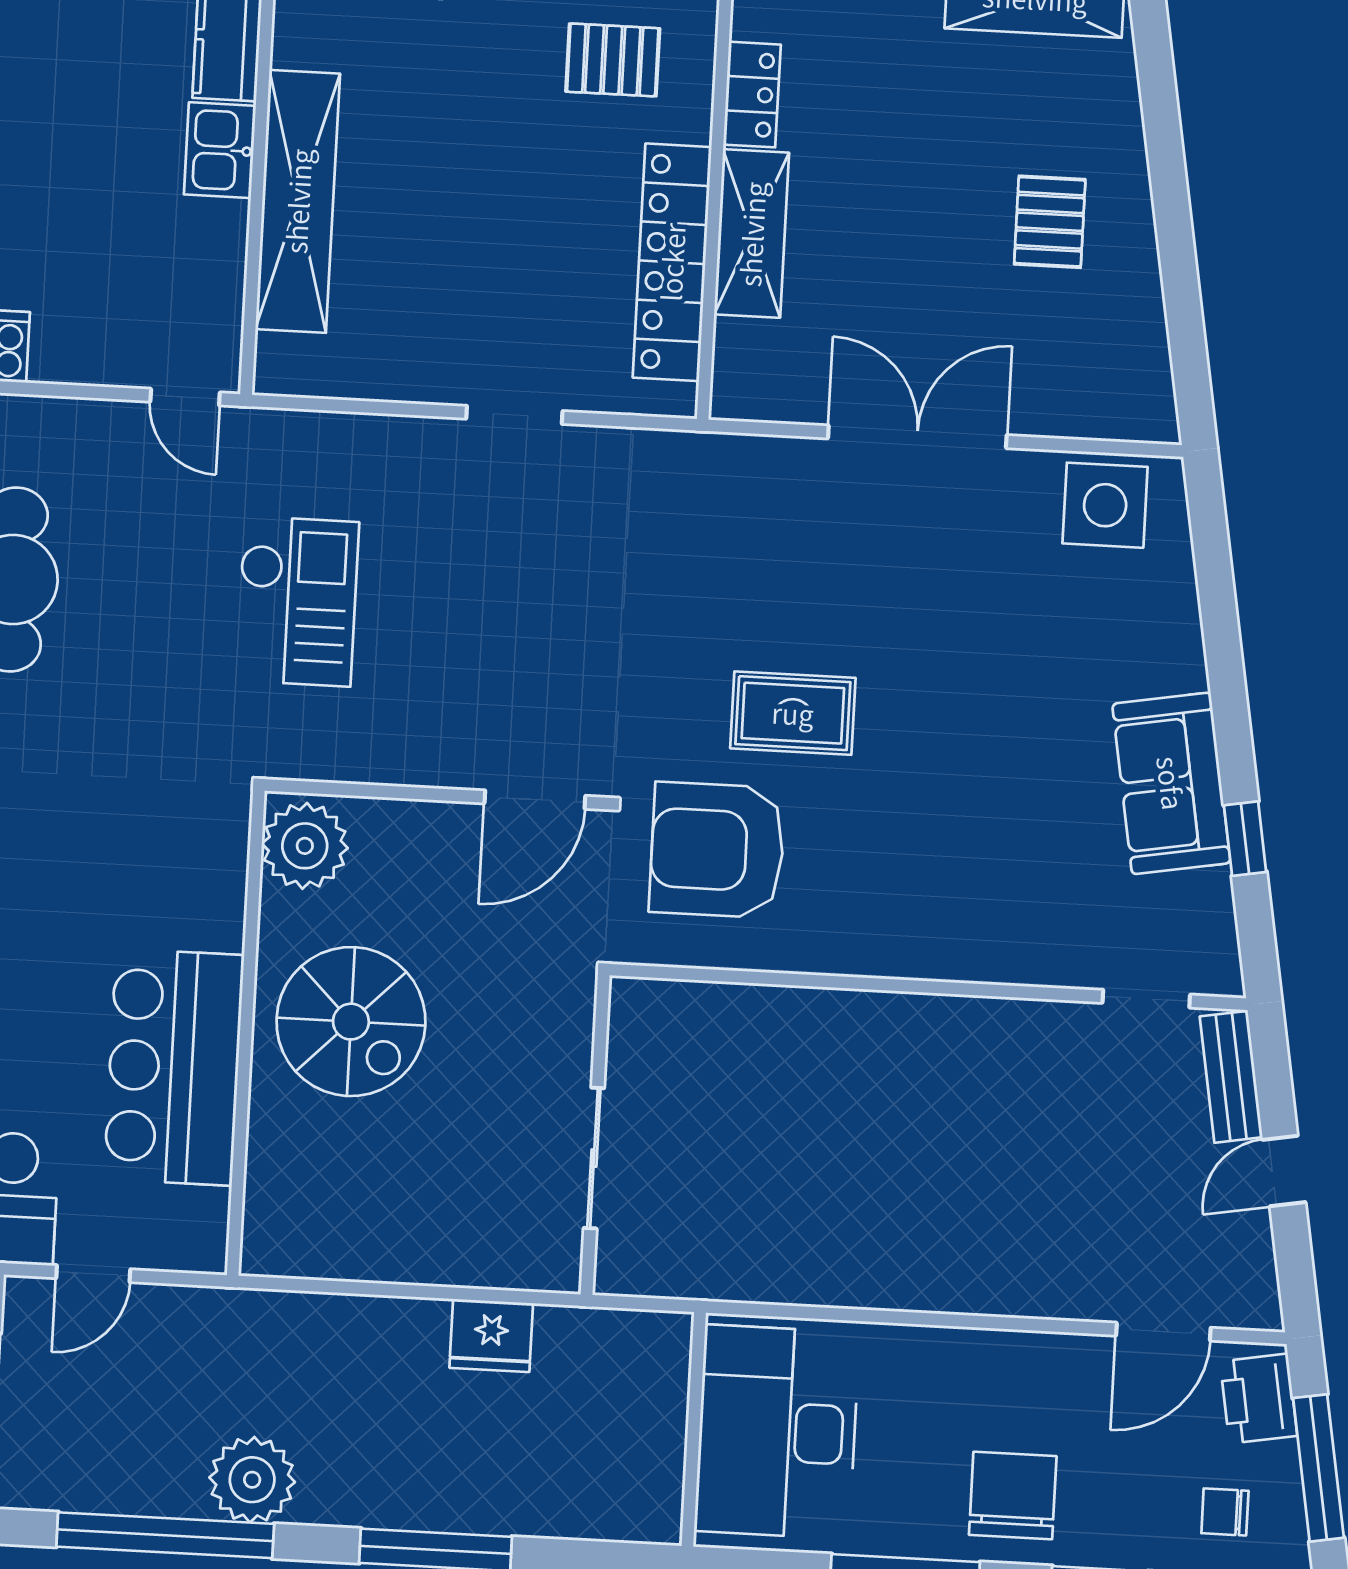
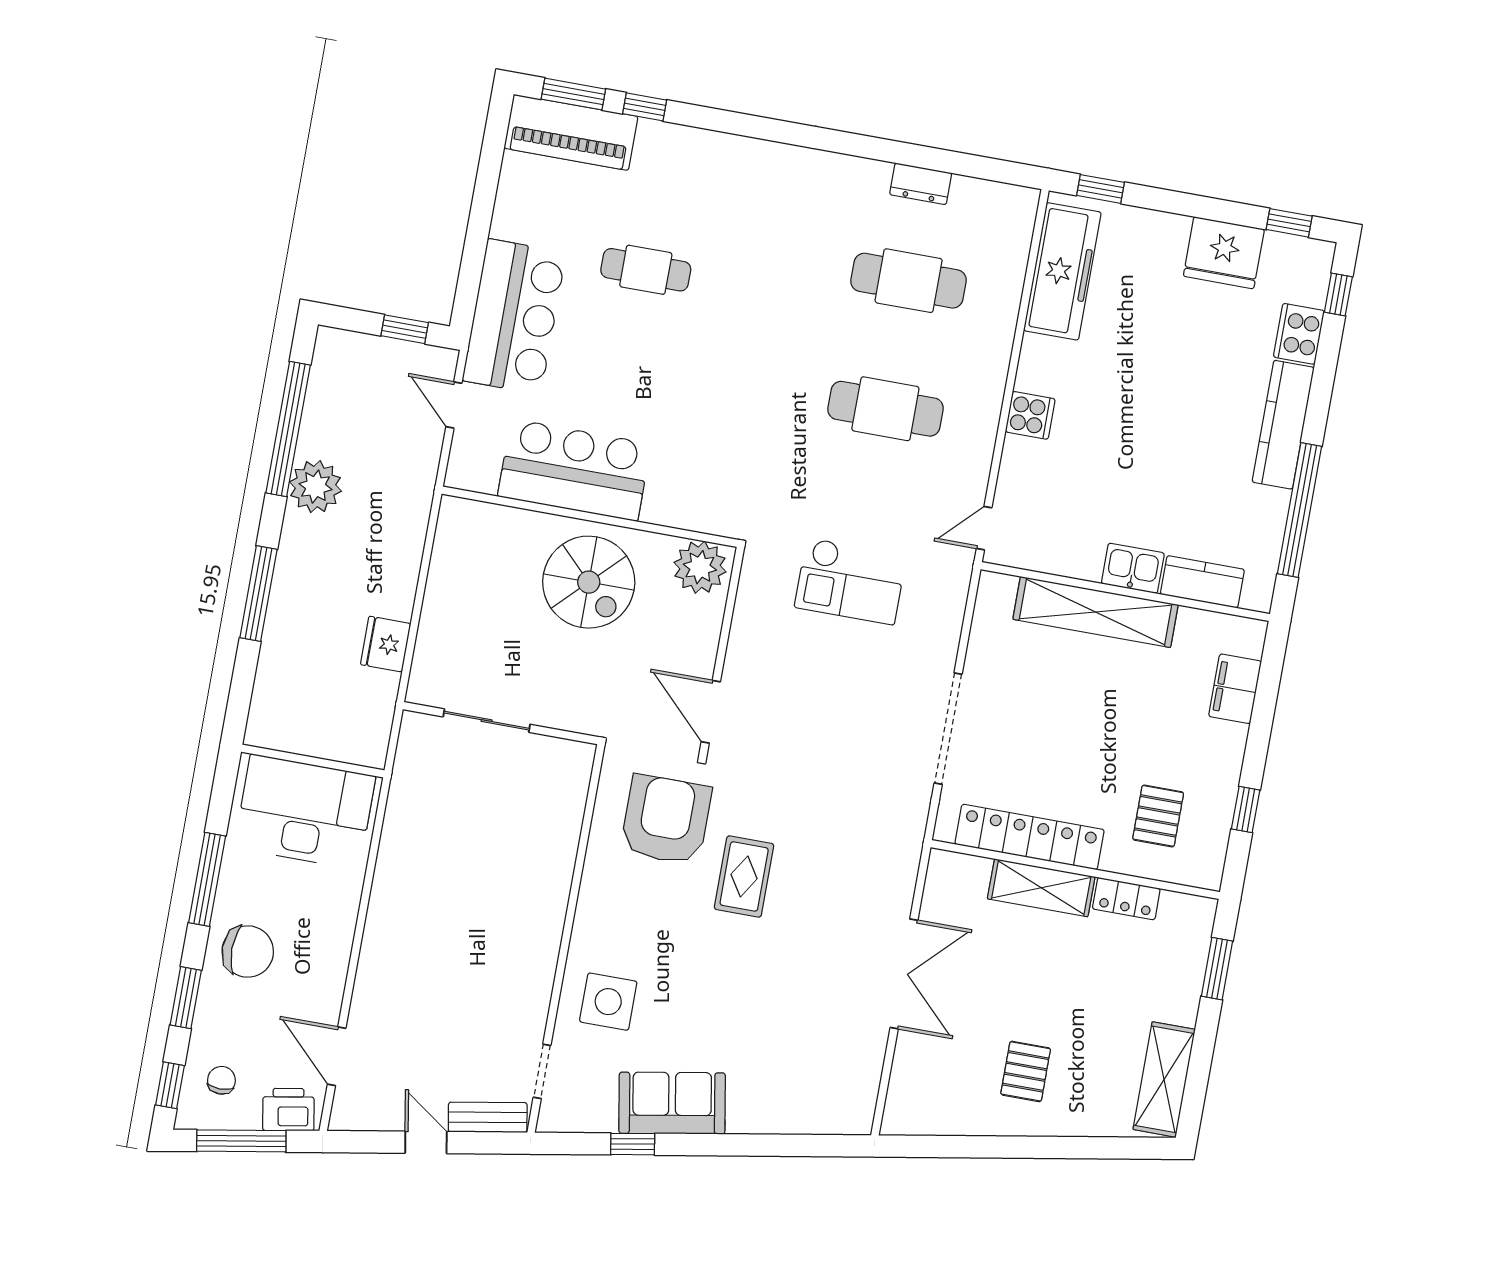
pallet: (1050, 222) -> (1026, 1071), turned 90
doorway: (514, 415) -> (948, 729), width x1.87
side table: (1105, 505) -> (608, 1002), moved
spiral stairs: (351, 1022) -> (589, 582), turned -90

